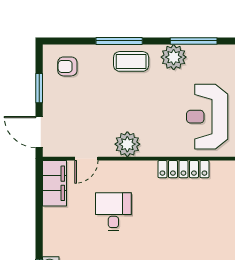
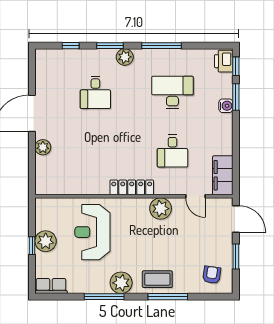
armchair: (67, 66) -> (212, 275), turned -82
reception desk: (207, 117) -> (92, 232), turned 180
door: (86, 159) -> (196, 196), swing flipped
locker: (183, 169) -> (132, 187), moved

